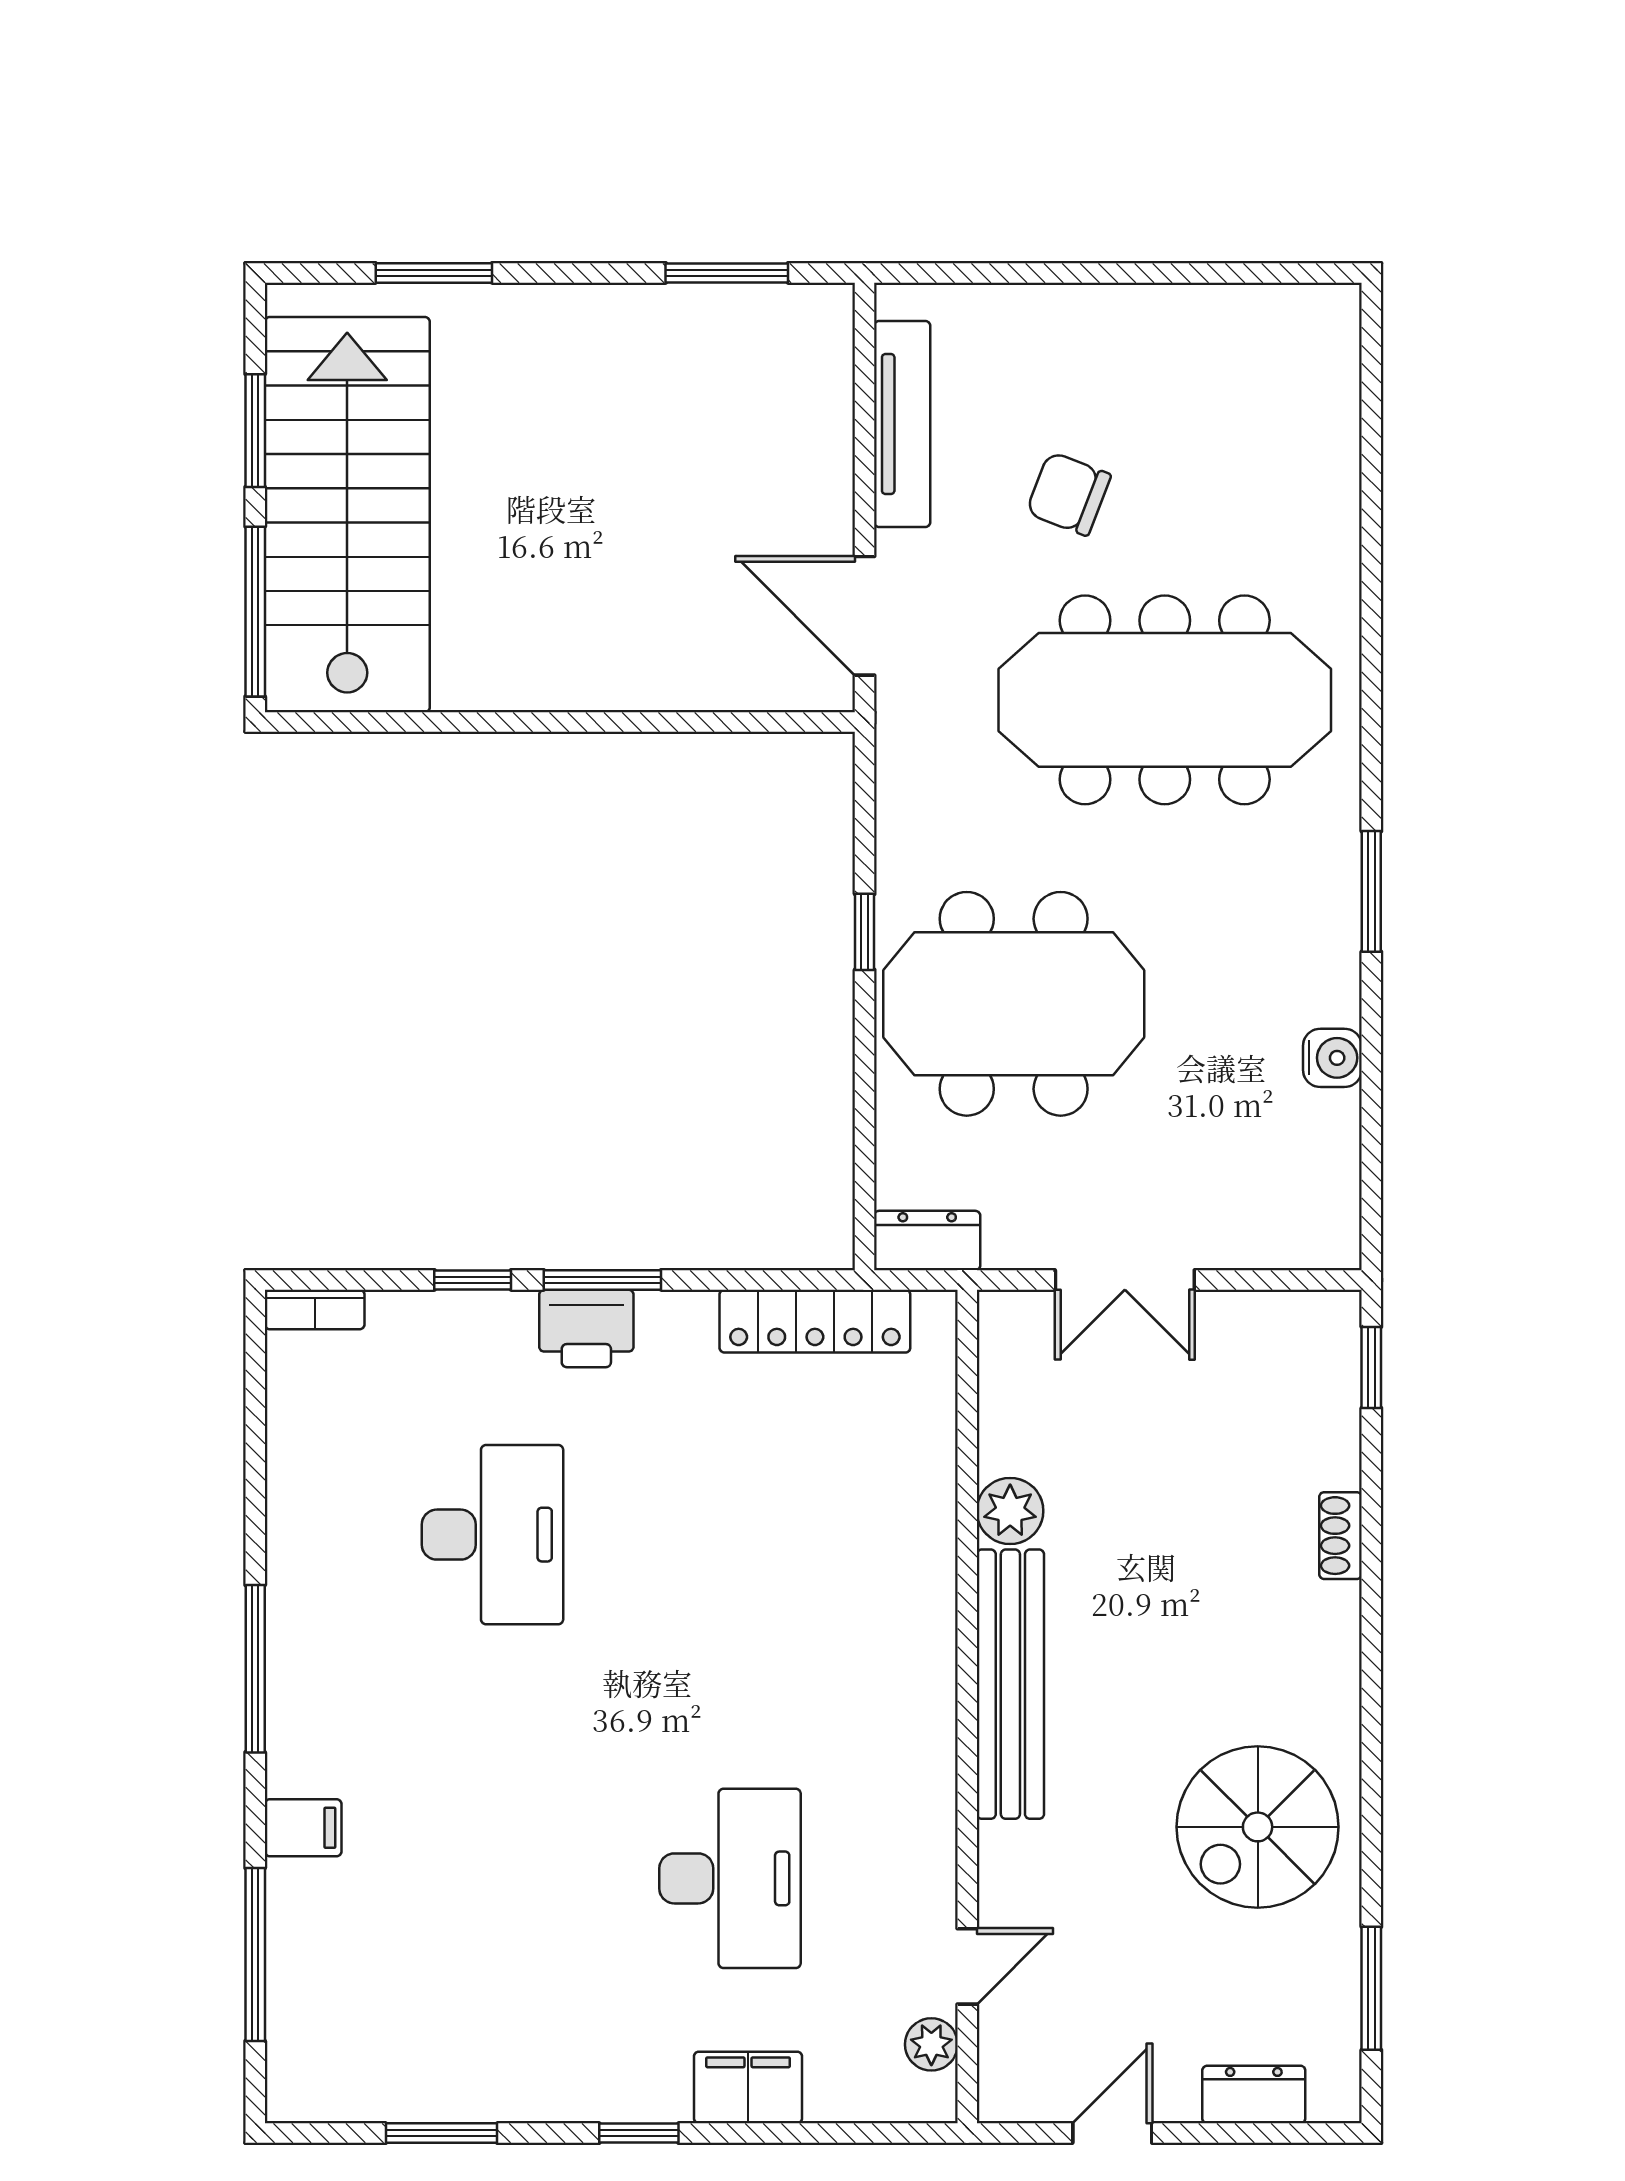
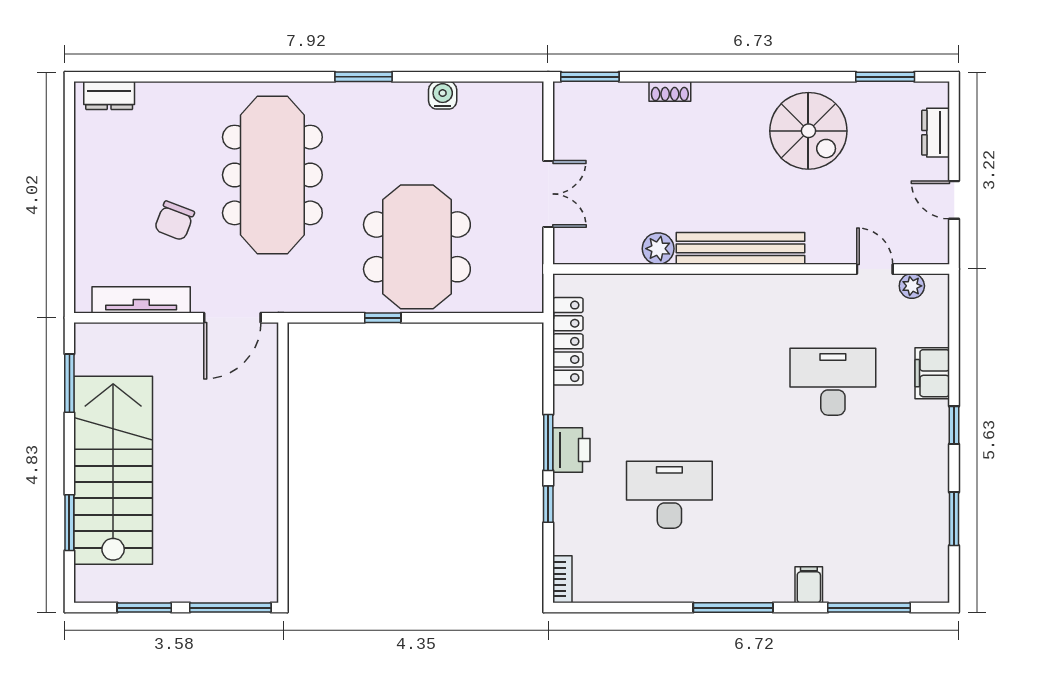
stairs: (347, 515) -> (113, 470), moved, turned 90
dresser: (927, 1241) -> (109, 95), moved, turned -90
window: (1371, 1367) -> (590, 77), width x1.50

